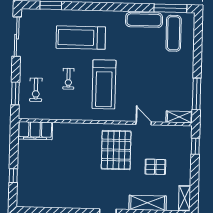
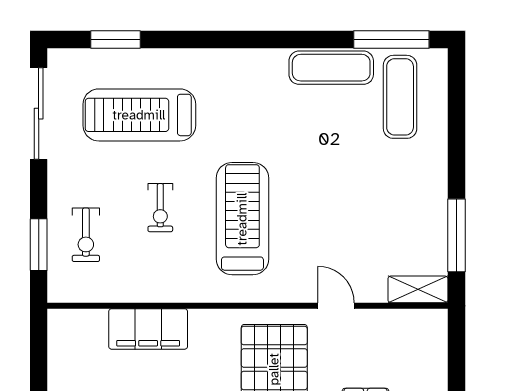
treadmill: (81, 38) -> (139, 115), moved
treadmill: (104, 84) -> (242, 219), turned 180
filing cabinet: (35, 131) -> (148, 329), moved
window: (195, 146) -> (456, 356), removed

